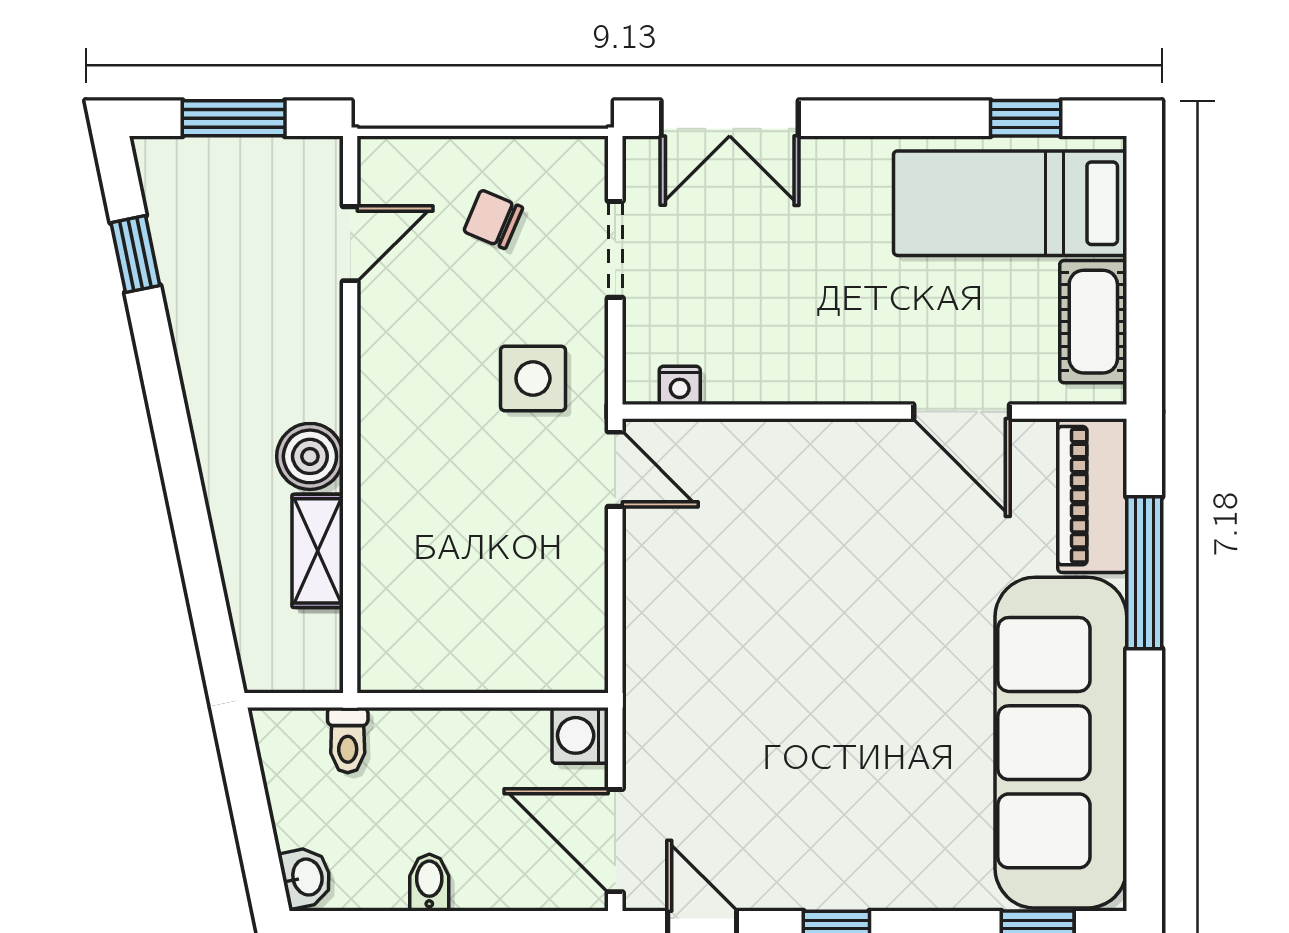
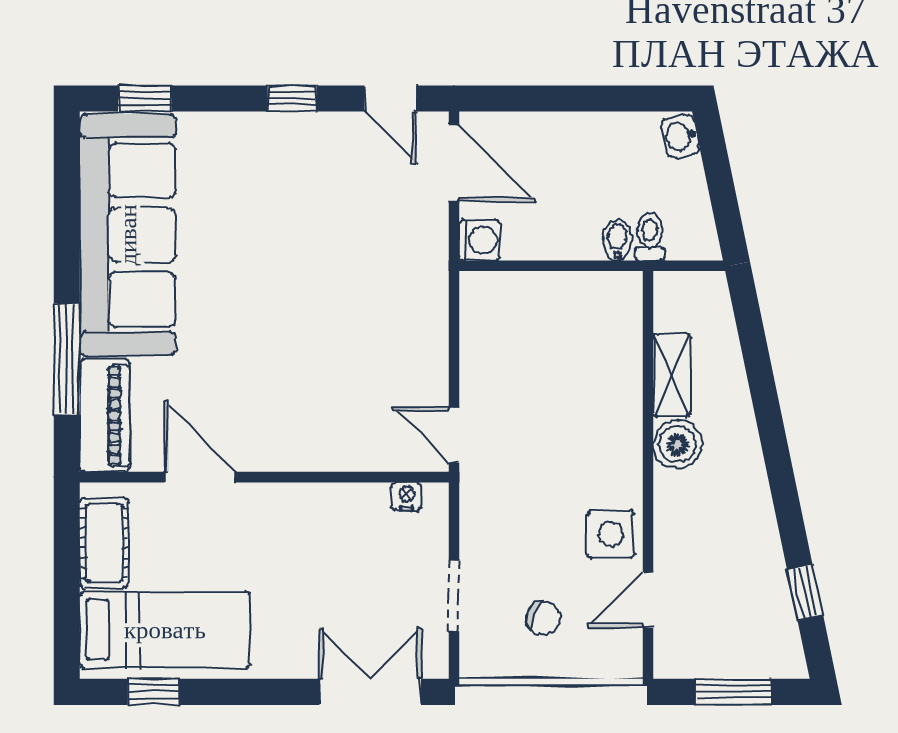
side table: (533, 378) -> (611, 534), moved
bidet: (429, 883) -> (617, 240), moved, turned 180

